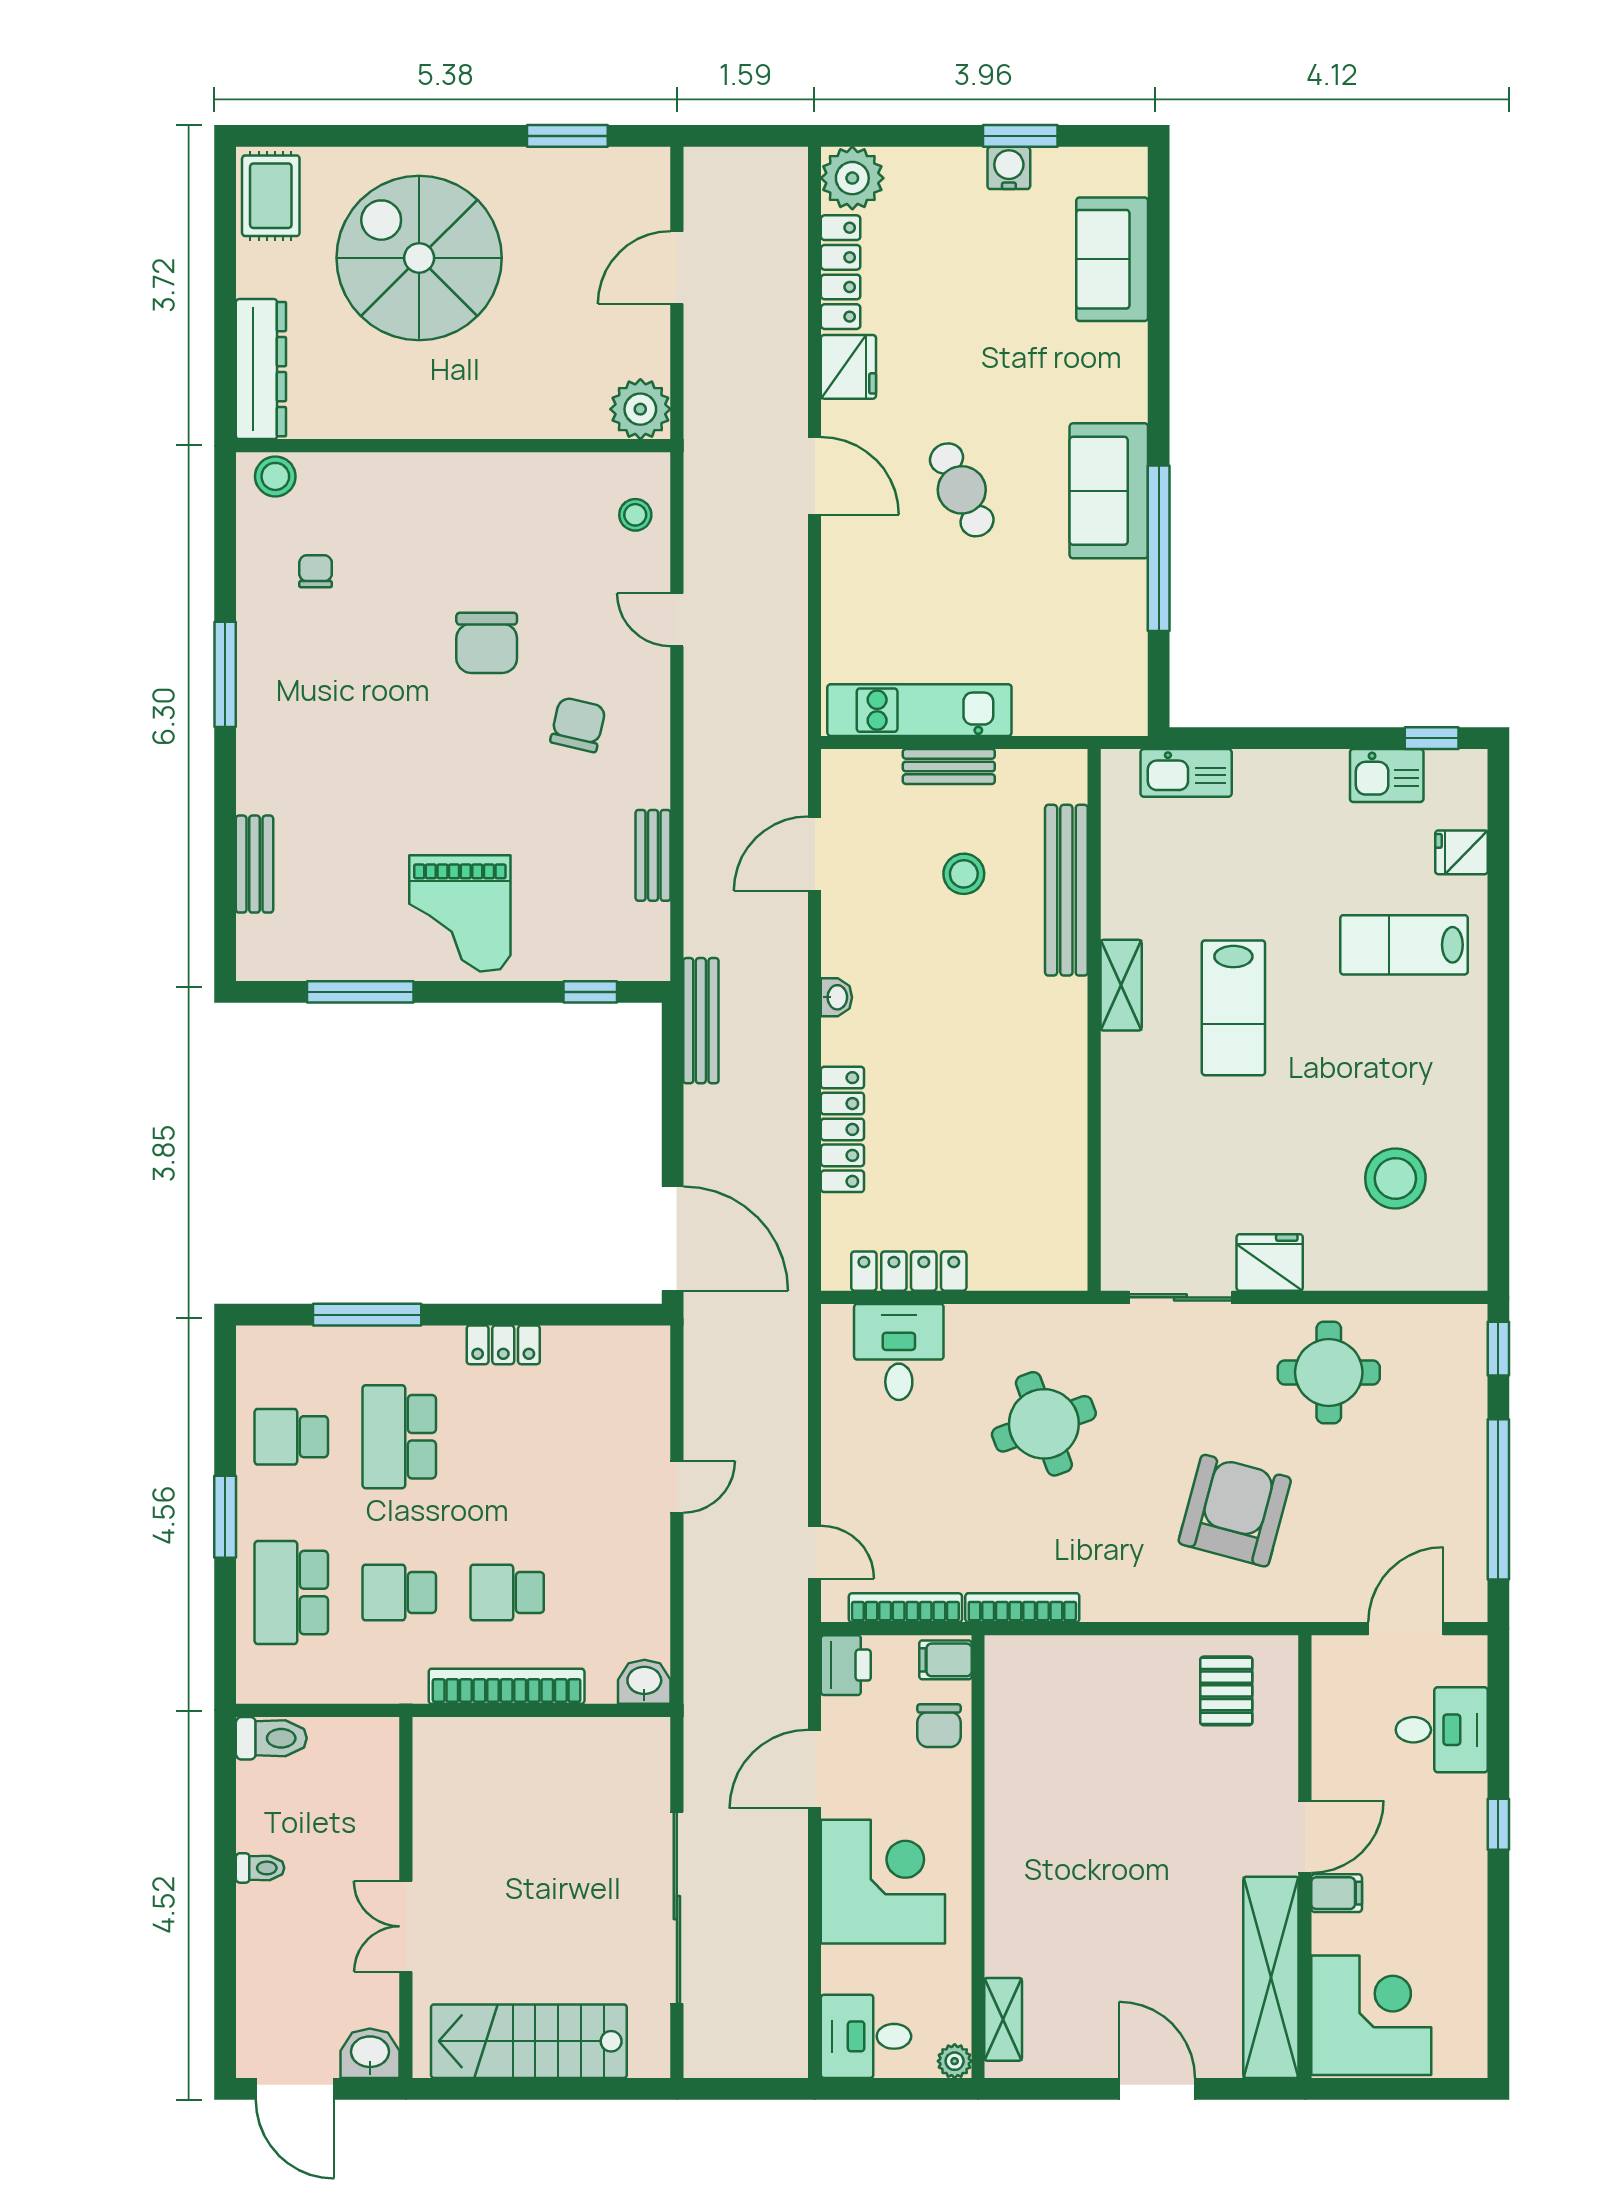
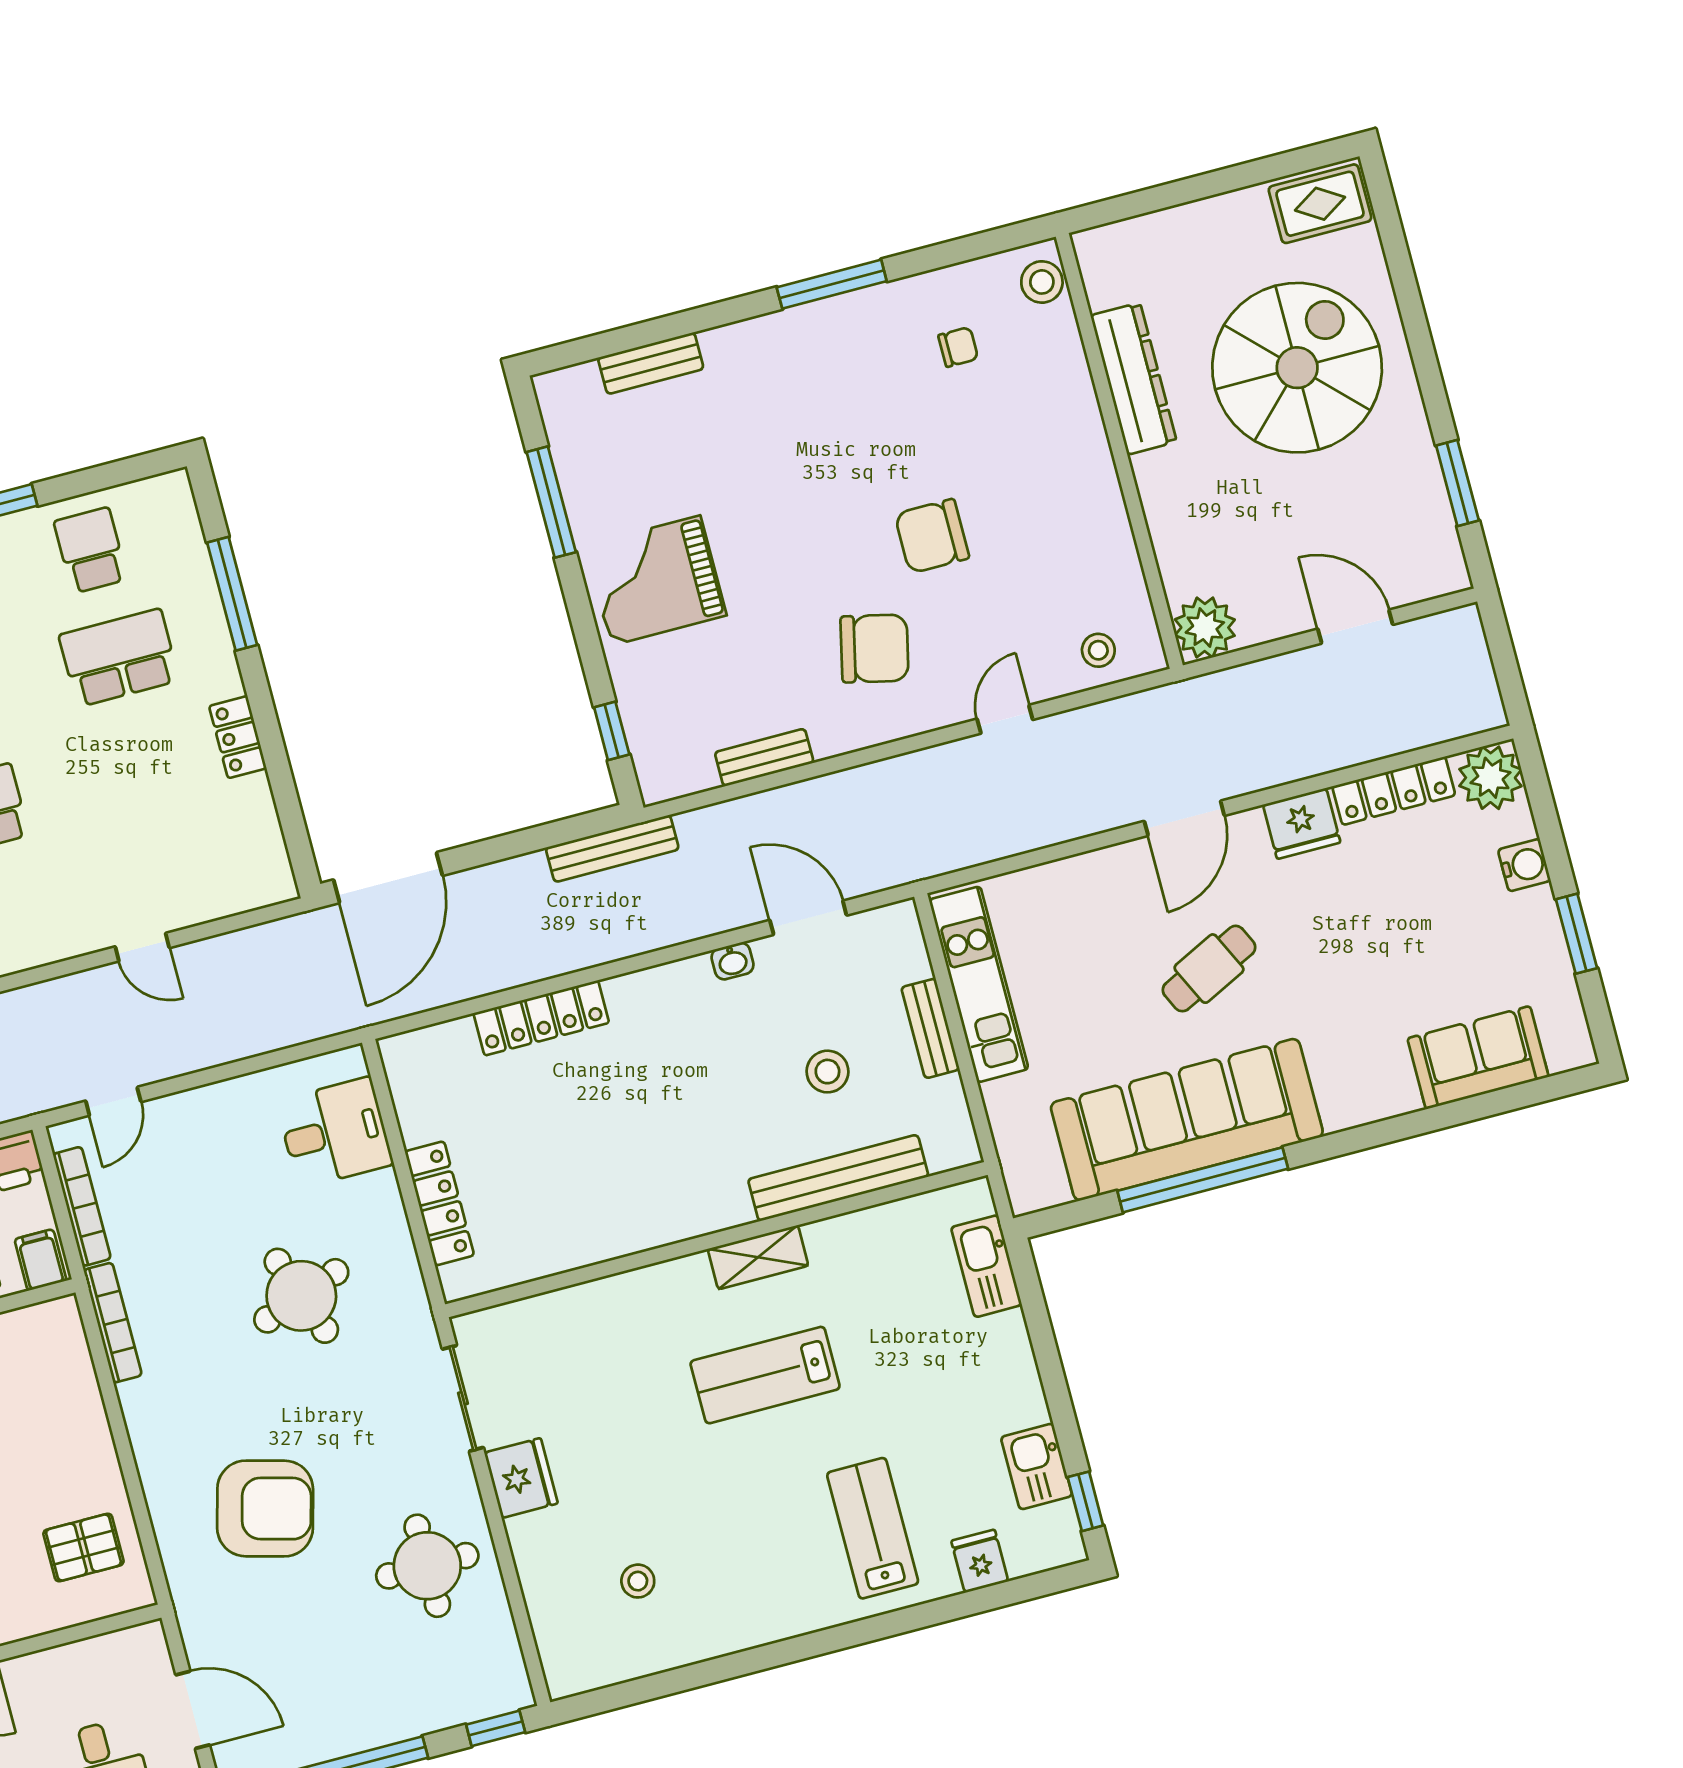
water cooler: (1009, 168) -> (1524, 865), moved
dresser: (261, 369) -> (1134, 379), moved, turned -90
sofa: (1109, 491) -> (1187, 1120), width x1.85, depth x1.27
chair: (578, 725) -> (875, 648), width x1.37, depth x1.37
washbasin: (836, 997) -> (733, 961), moved
stool: (1395, 1178) -> (638, 1581), width x0.53, depth x0.53
locker: (909, 1271) -> (439, 1203), moved

